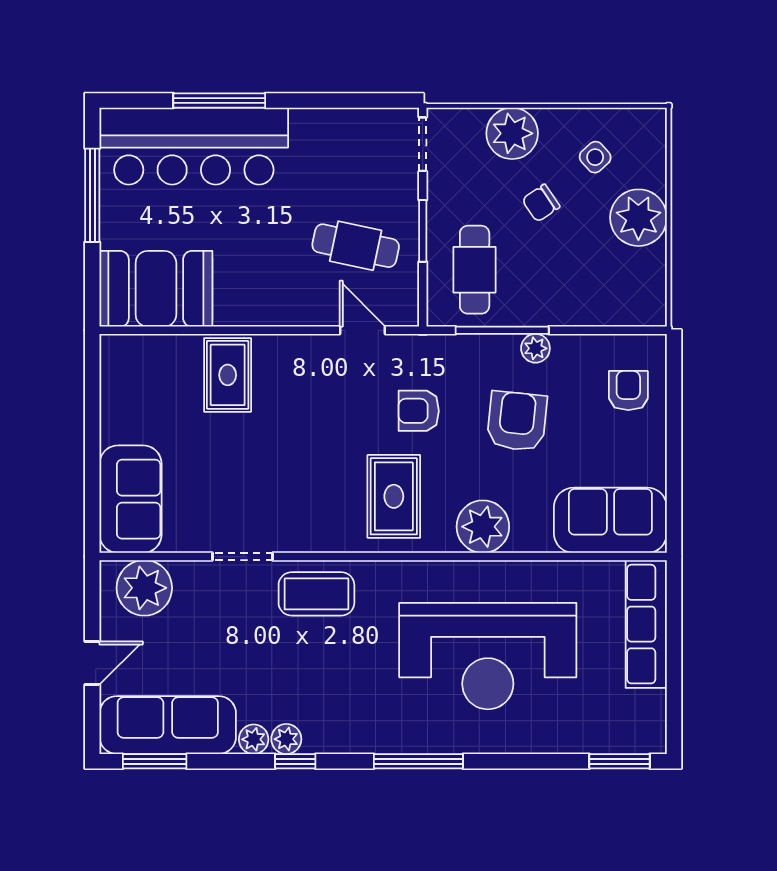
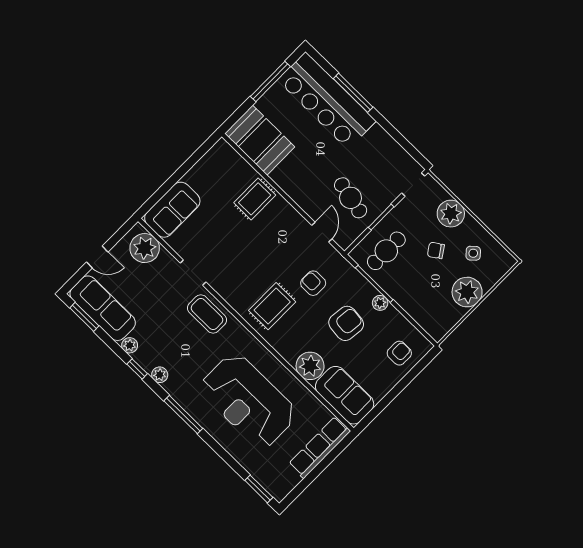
plant: (483, 527) -> (310, 366), moved
plant: (286, 739) -> (160, 375), moved

